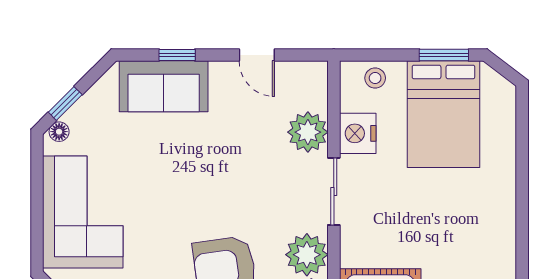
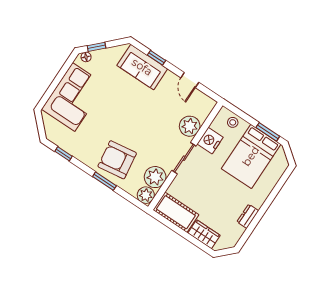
dresser: (504, 217) -> (248, 216), added

